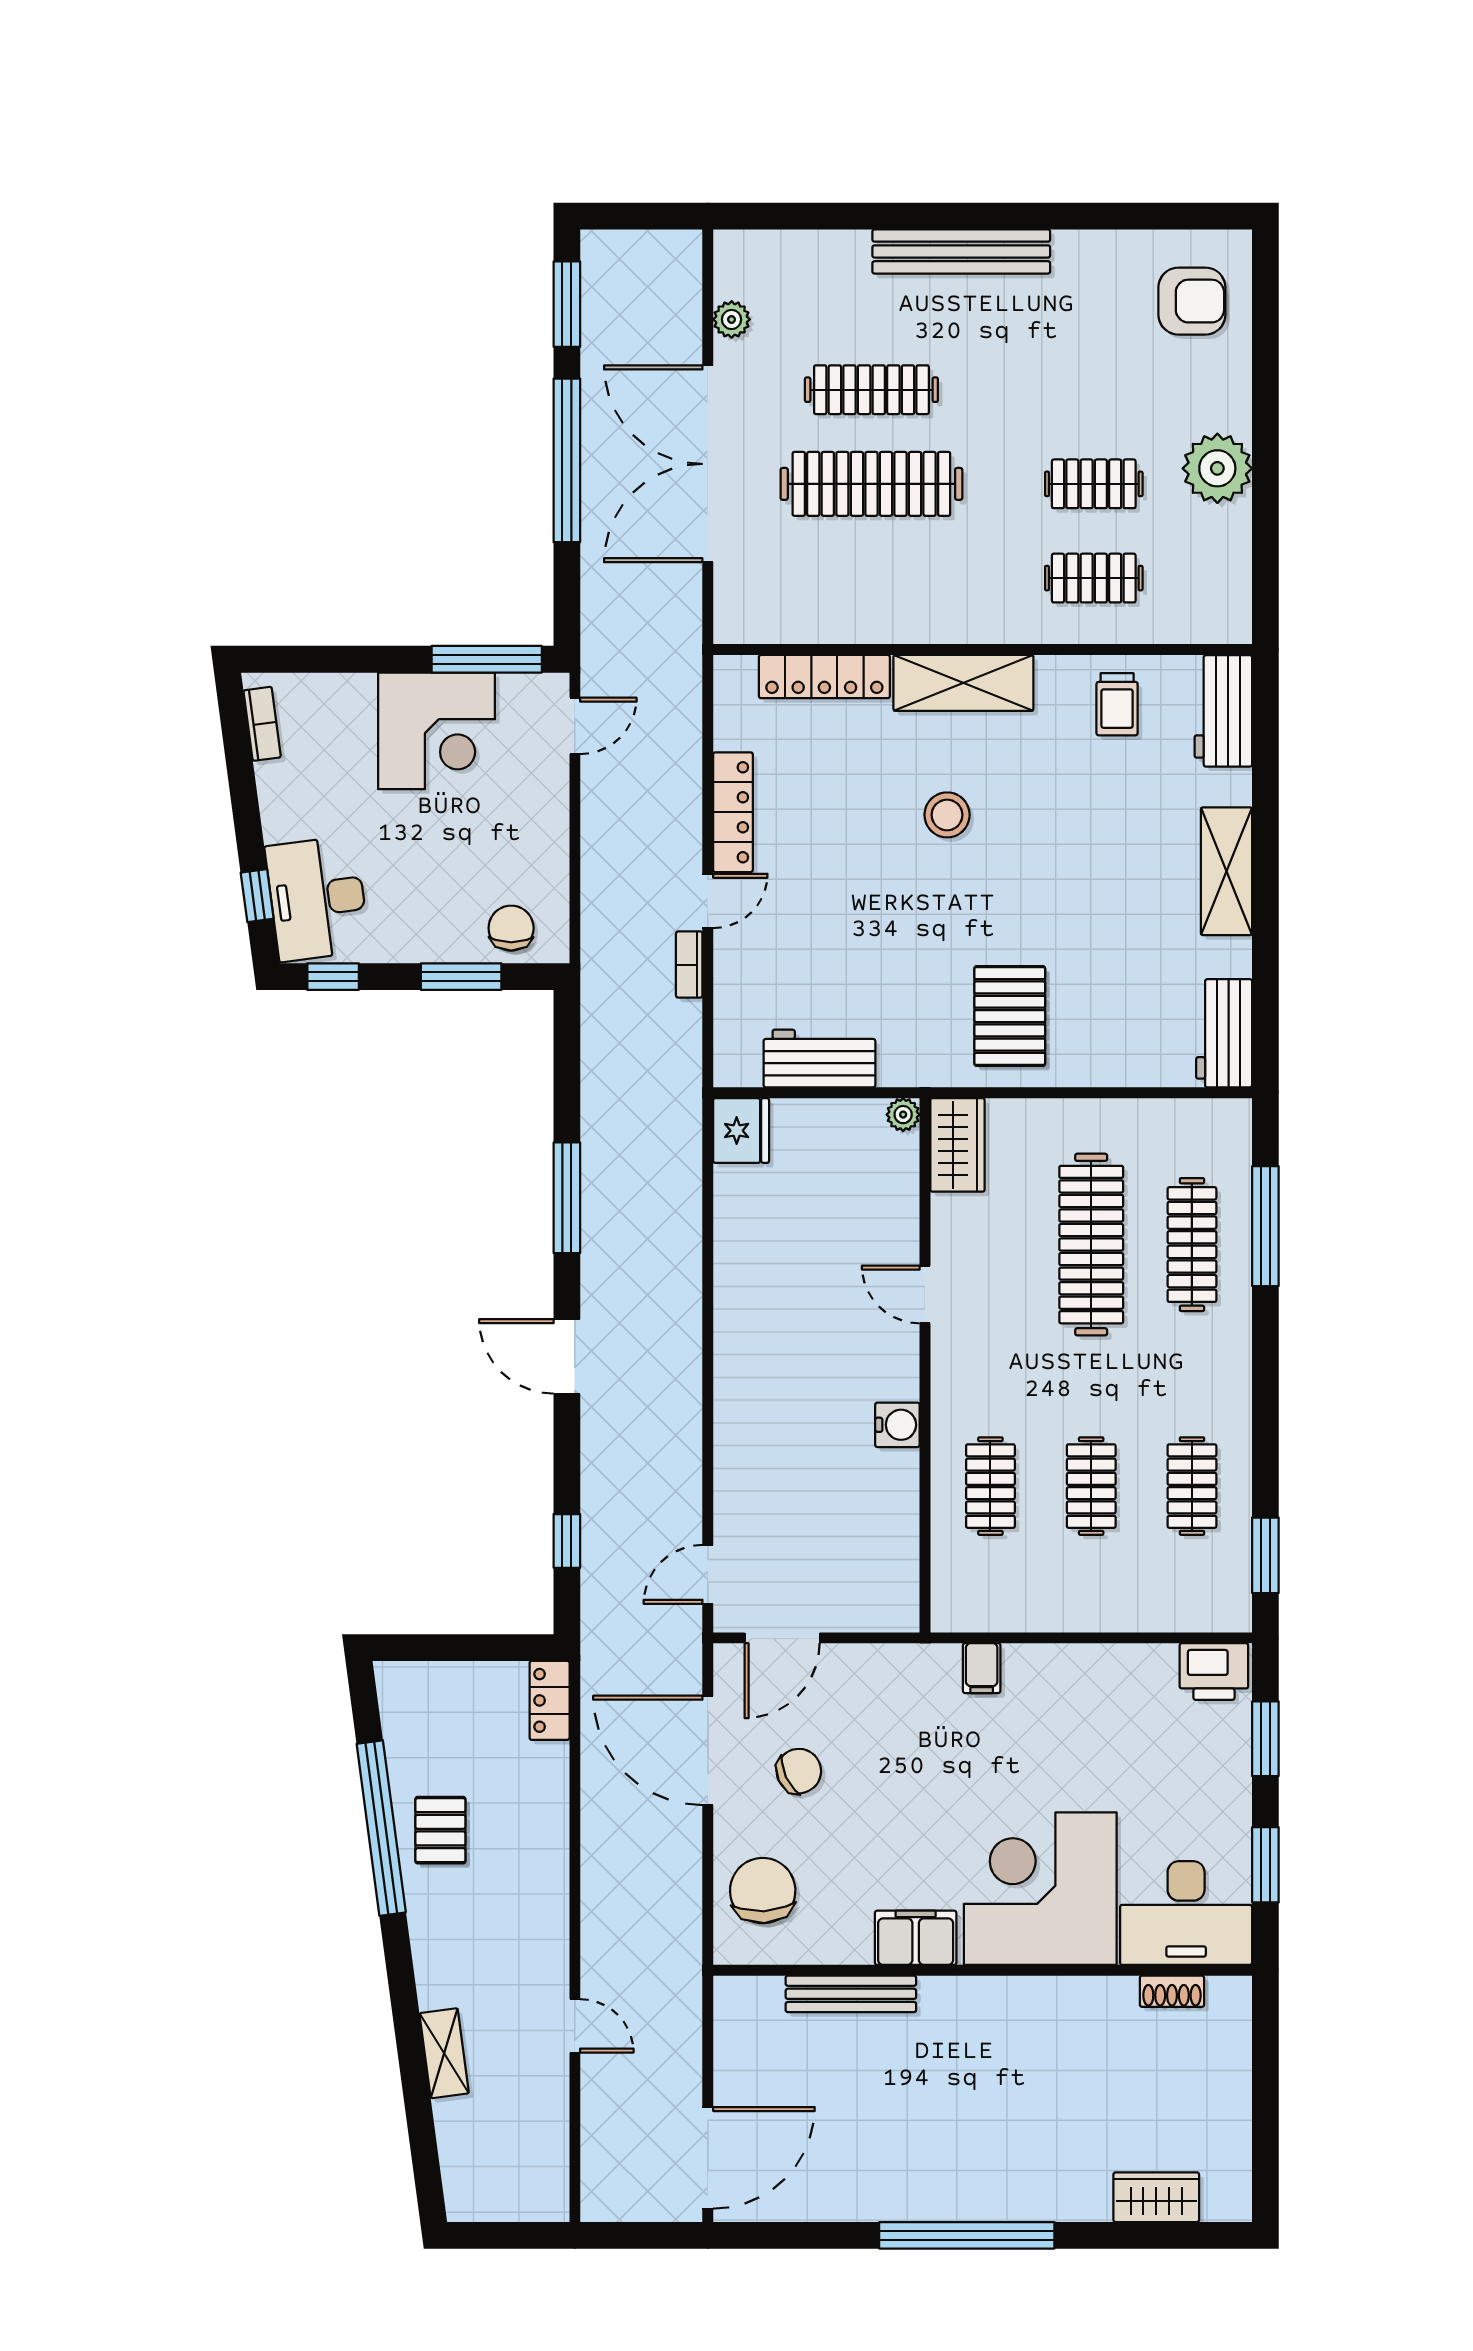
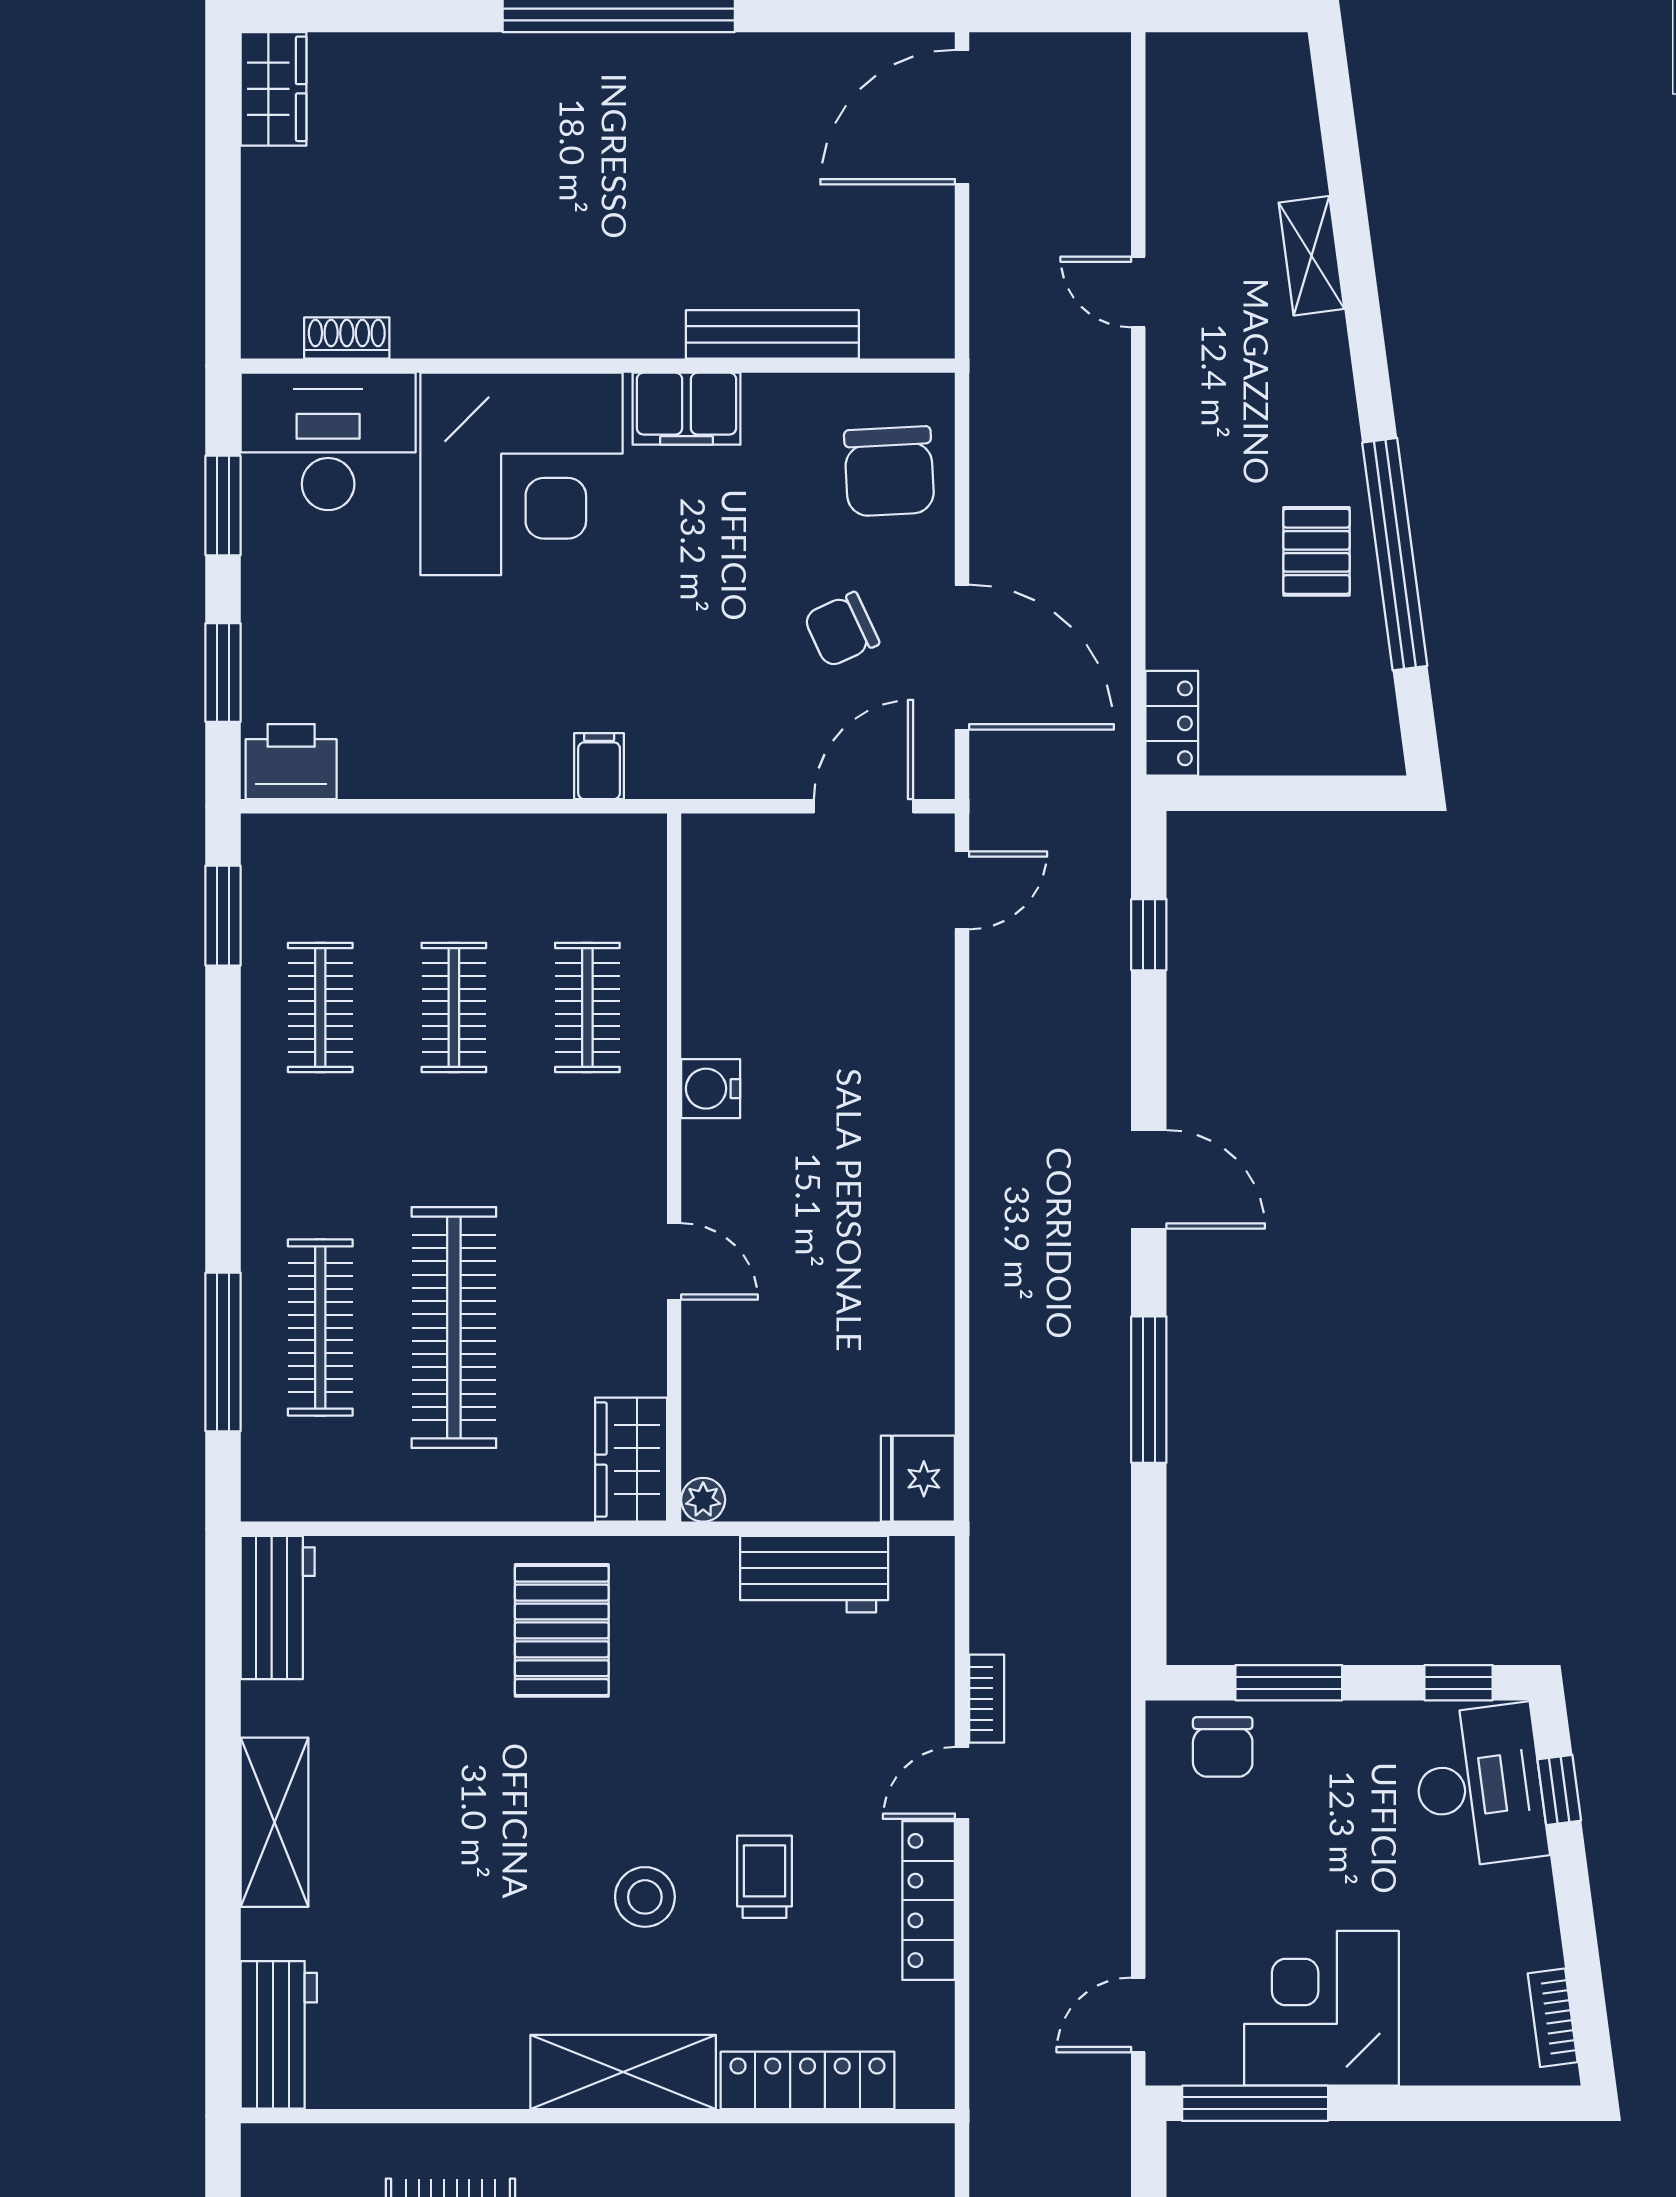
trolley: (1117, 704) -> (764, 1877), moved
wardrobe: (1156, 2197) -> (274, 89), moved, turned -90

